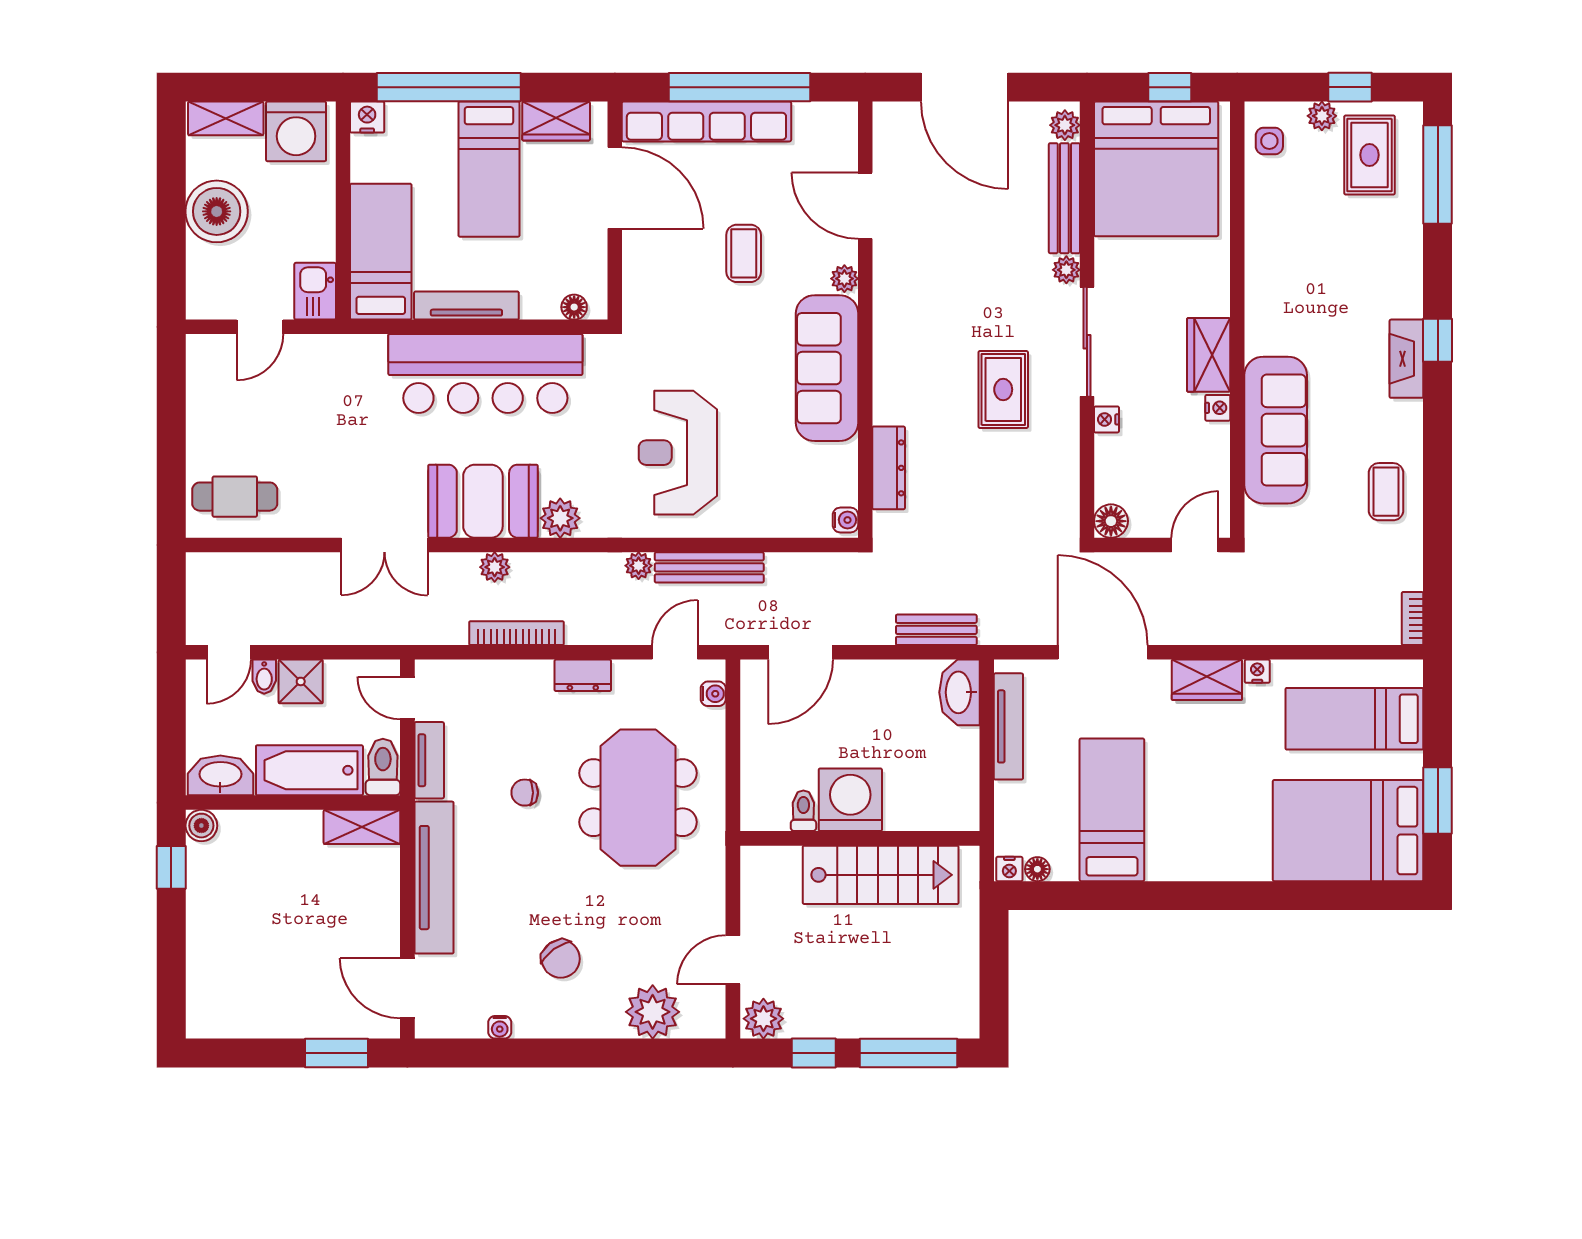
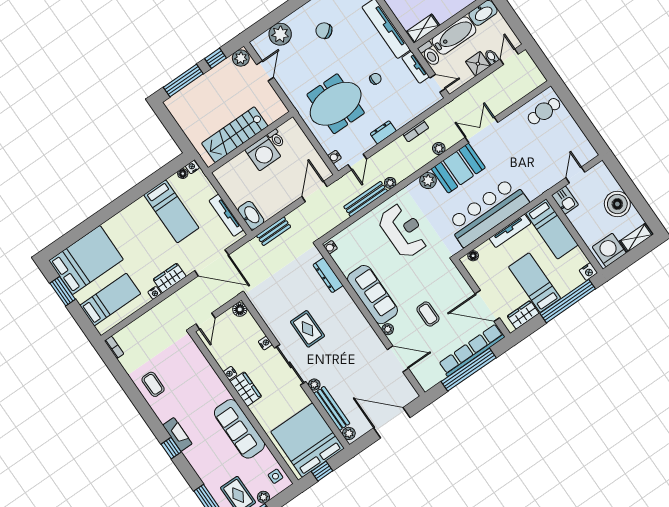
sofa: (1276, 430) -> (239, 429), moved
bookcase: (516, 633) -> (416, 131), width x0.64
meeting table: (638, 798) -> (336, 104), turned 90

